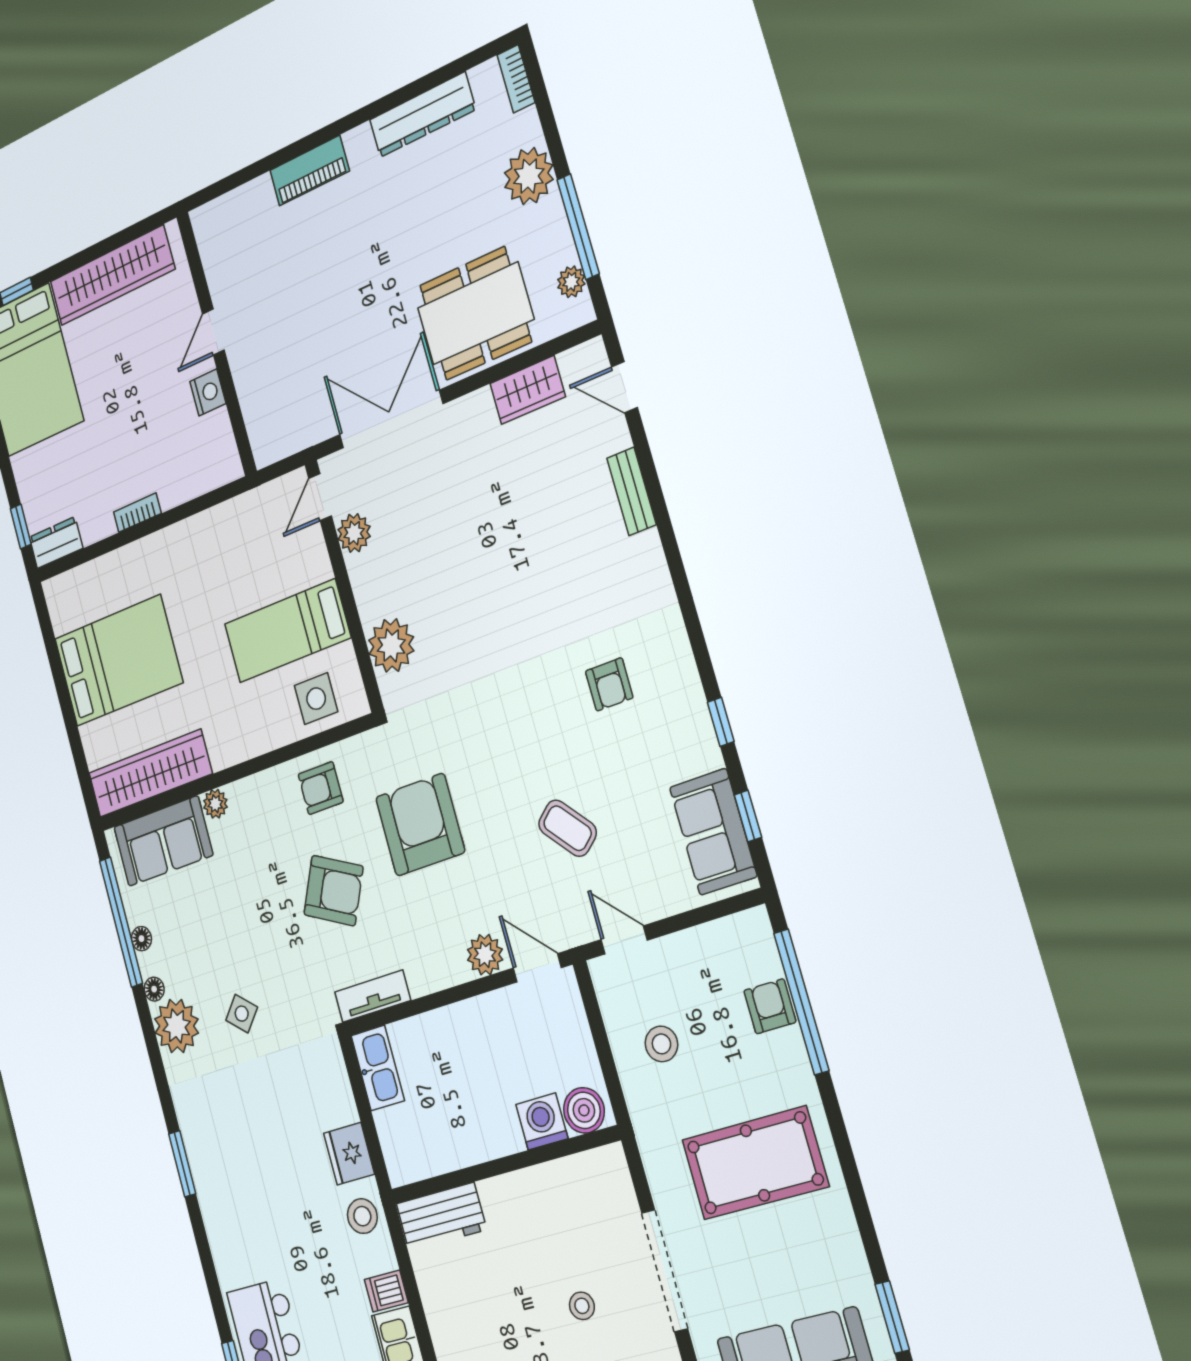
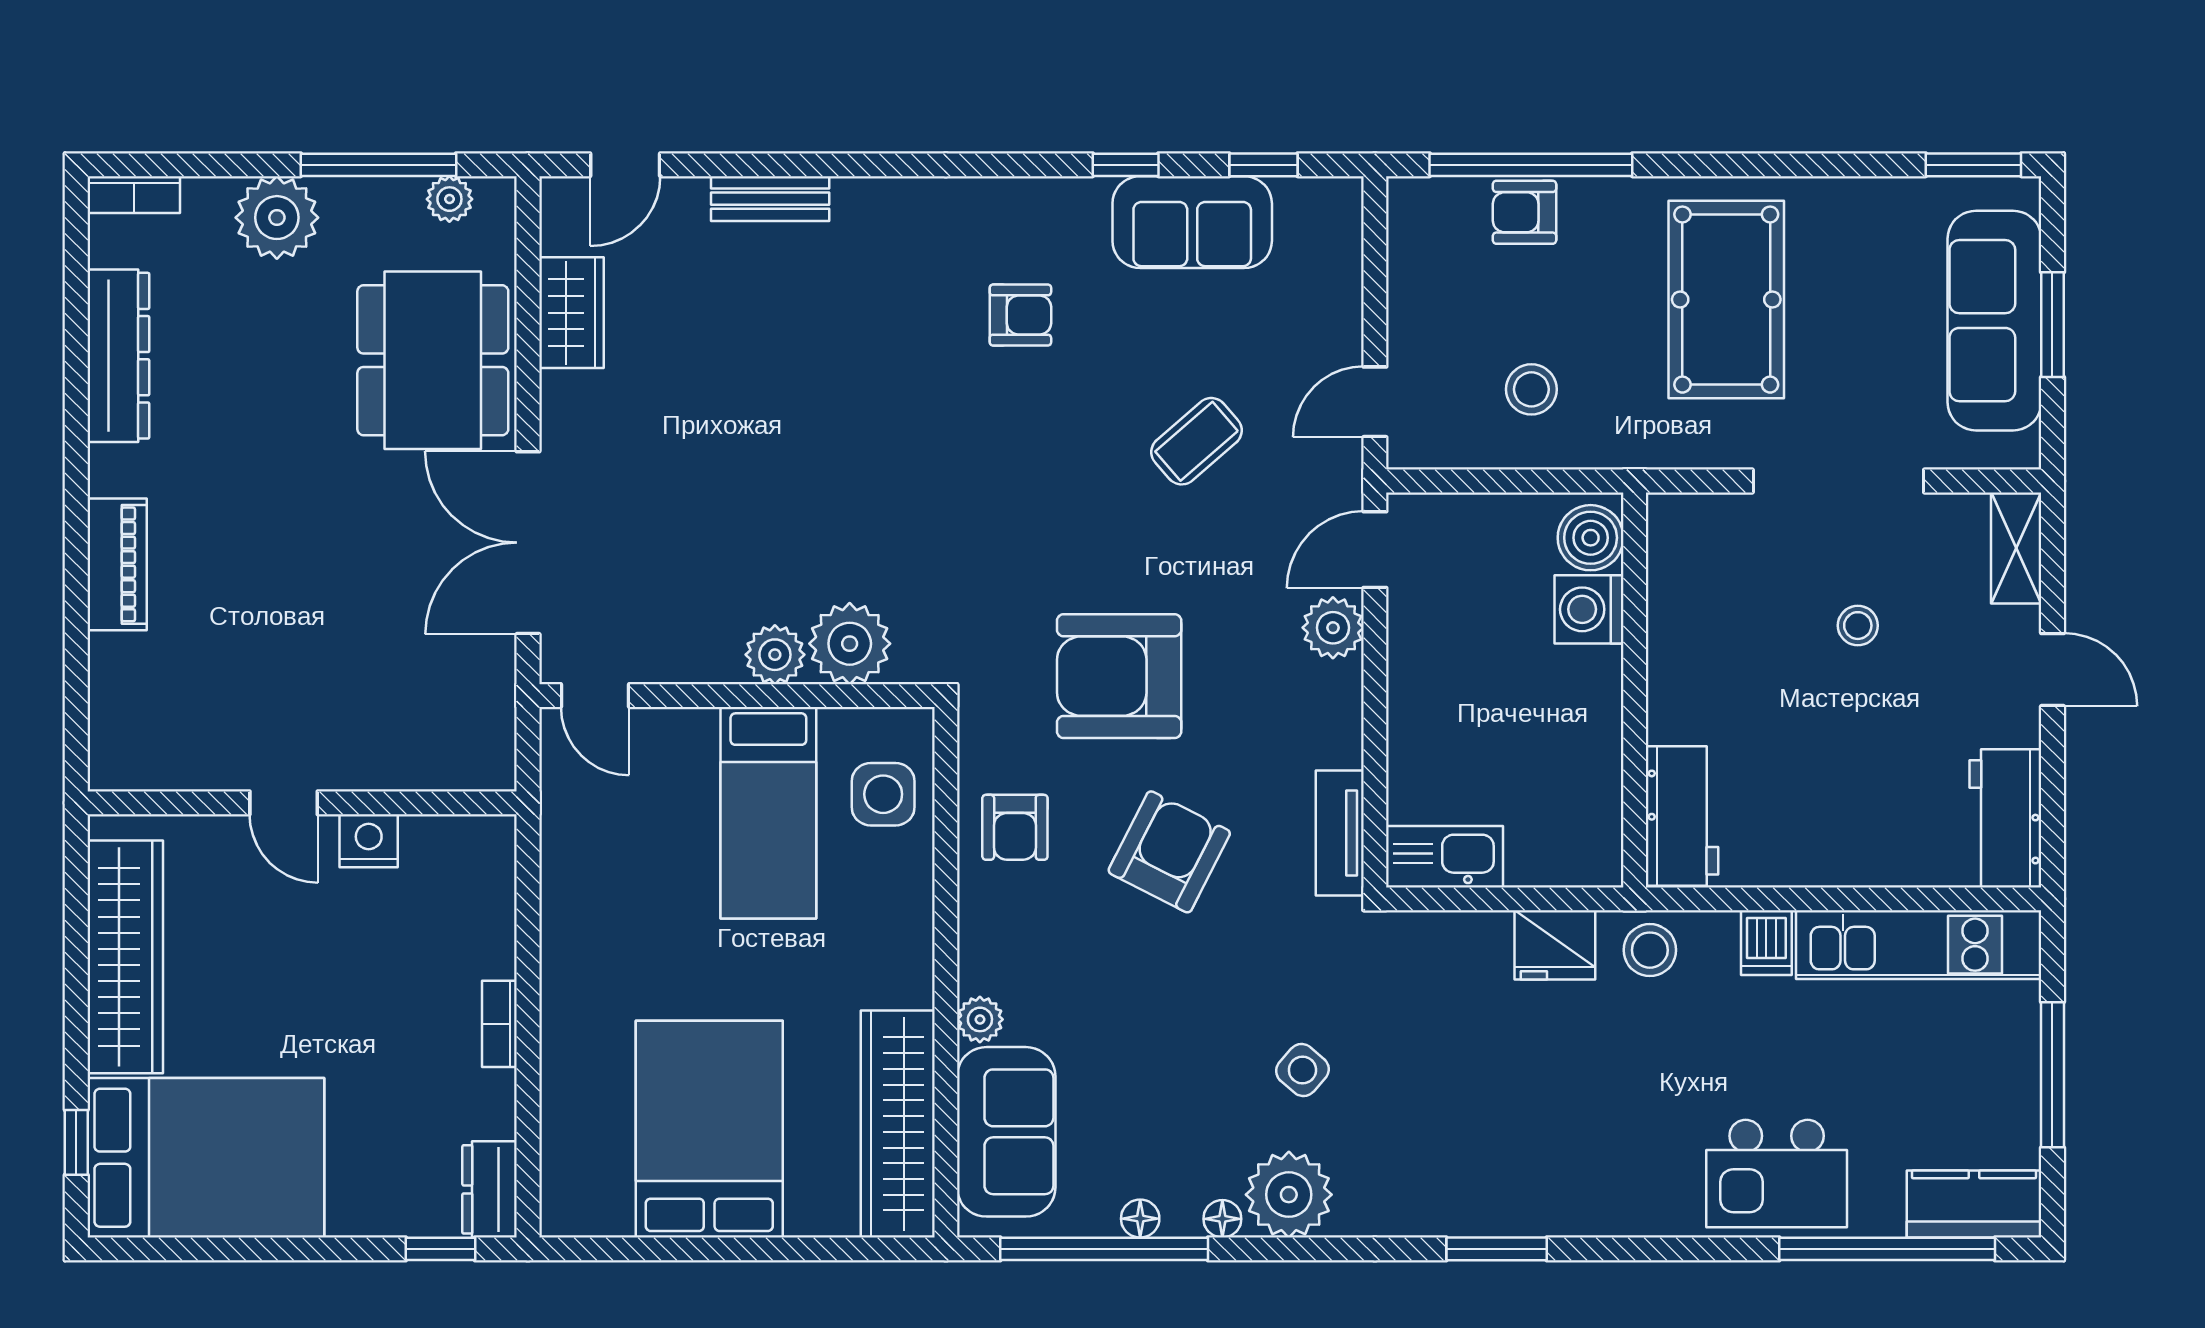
plant: (354, 533) -> (775, 655), moved
sofa: (713, 832) -> (1192, 222), moved

